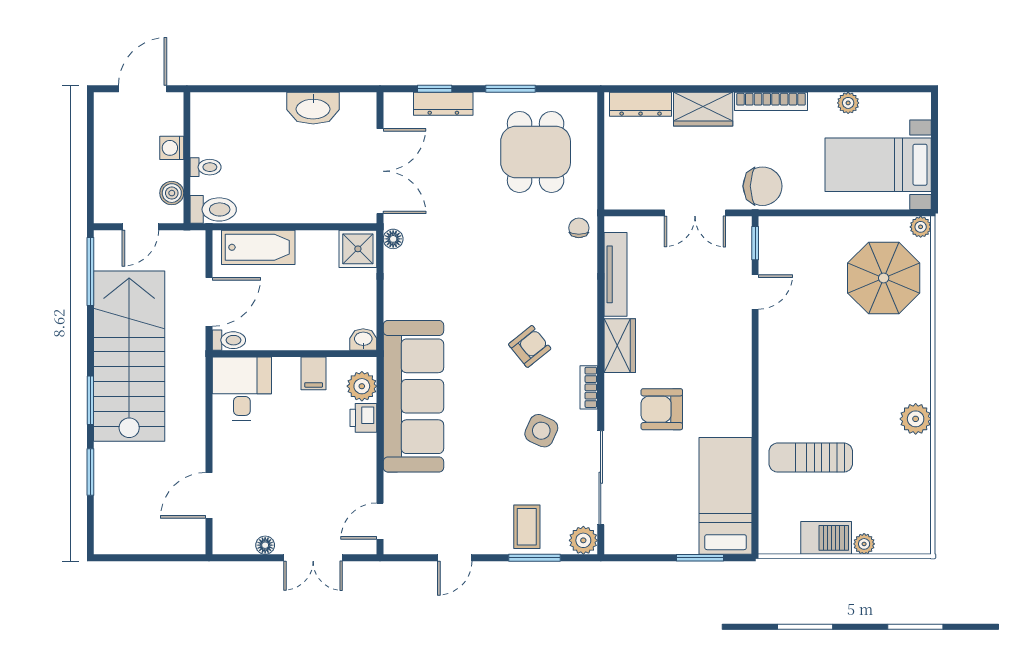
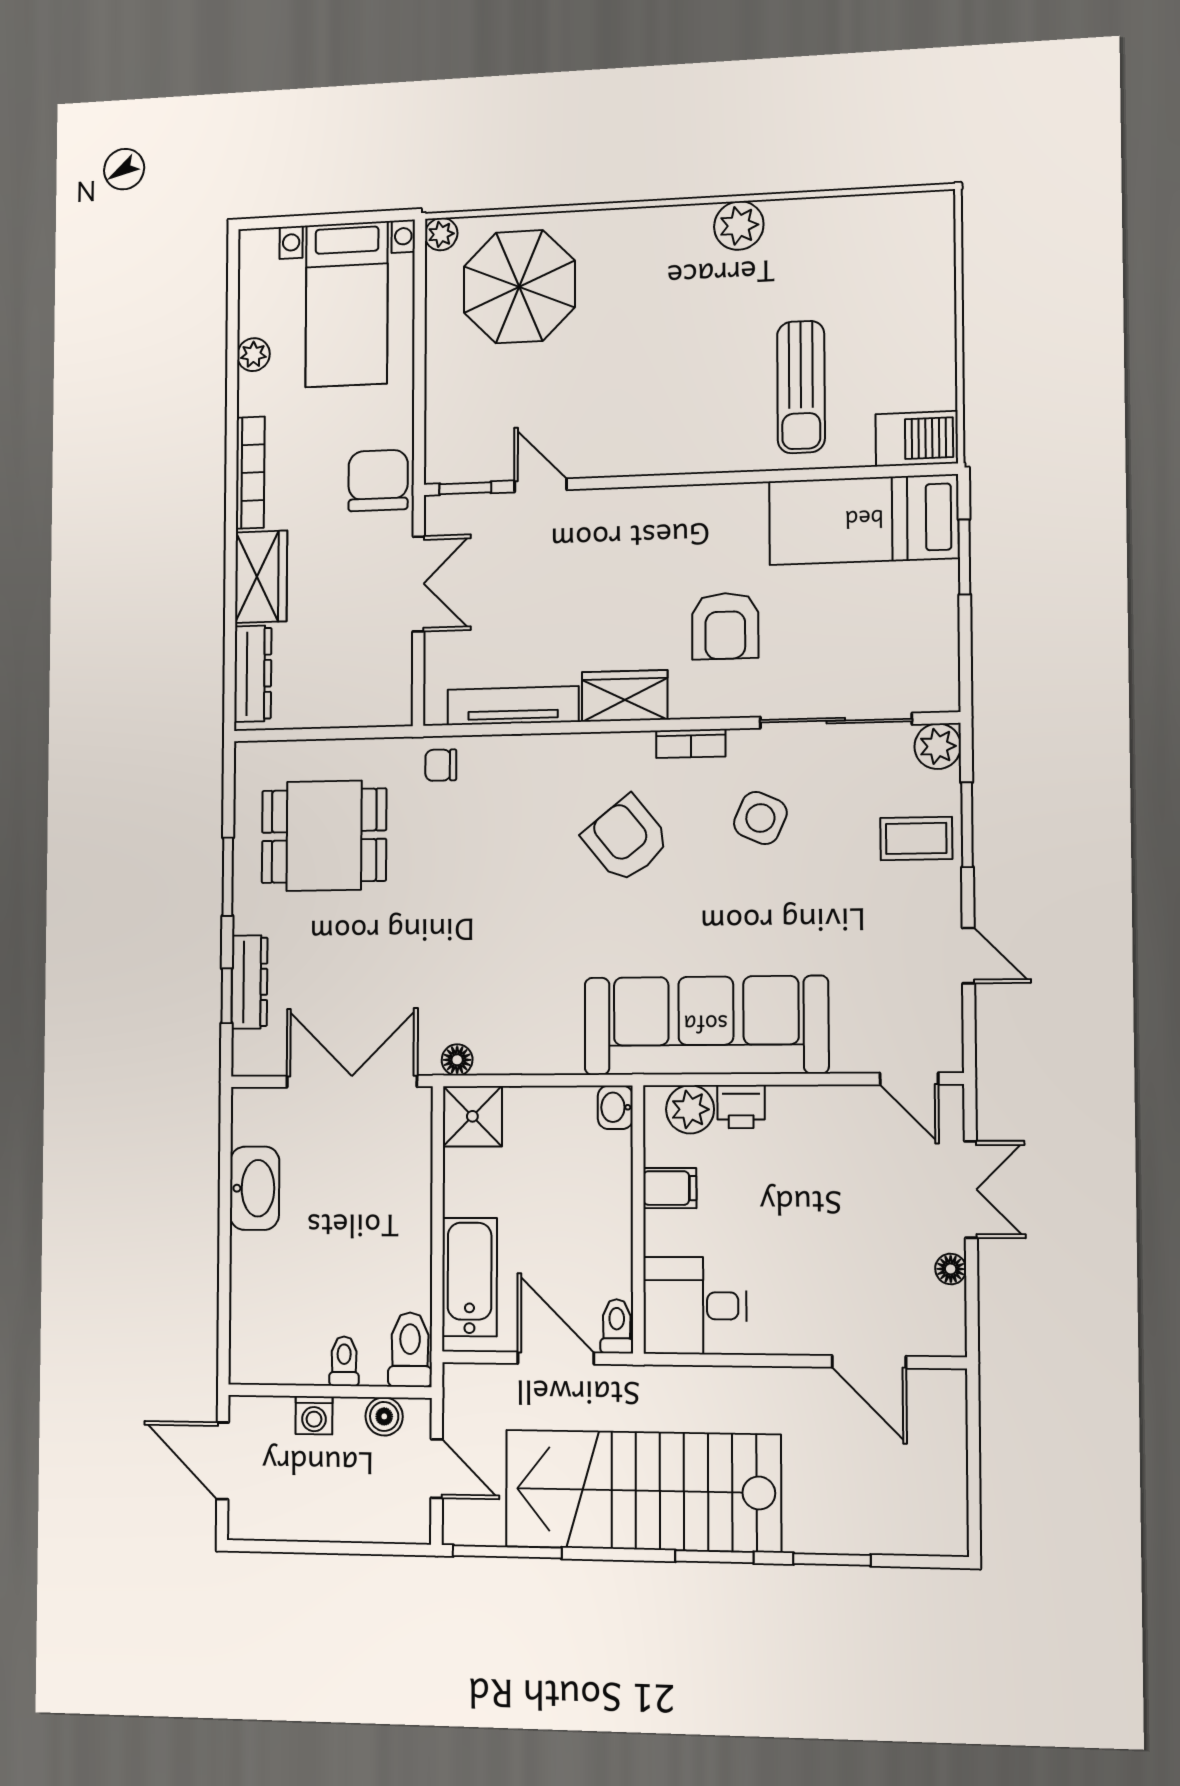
armchair: (530, 346) -> (626, 839), width x1.38, depth x1.38
barbecue: (826, 538) -> (917, 439), moved, turned 90
plant: (864, 544) -> (939, 296), removed

